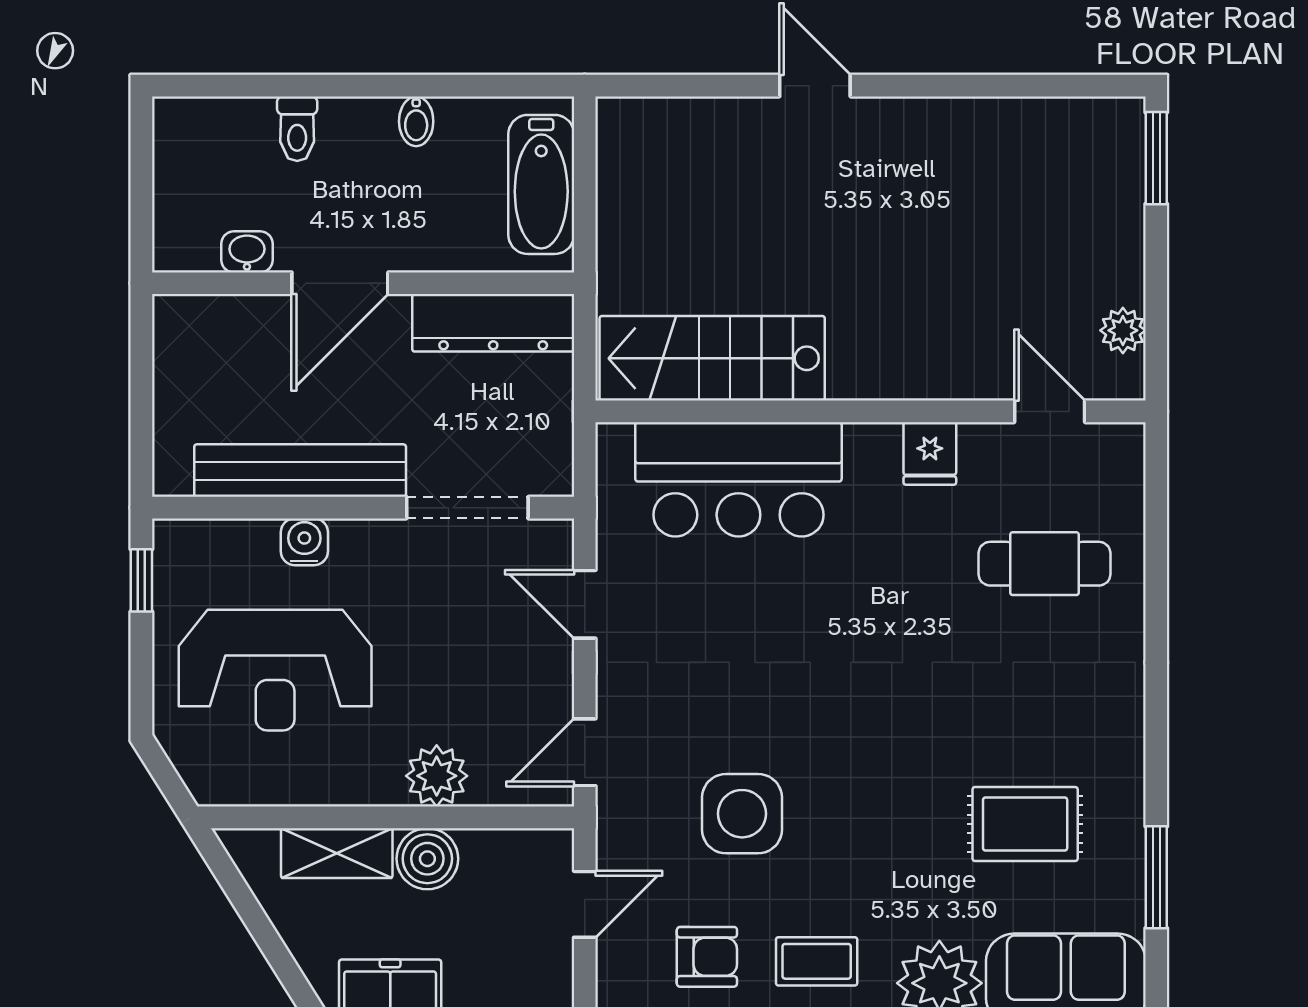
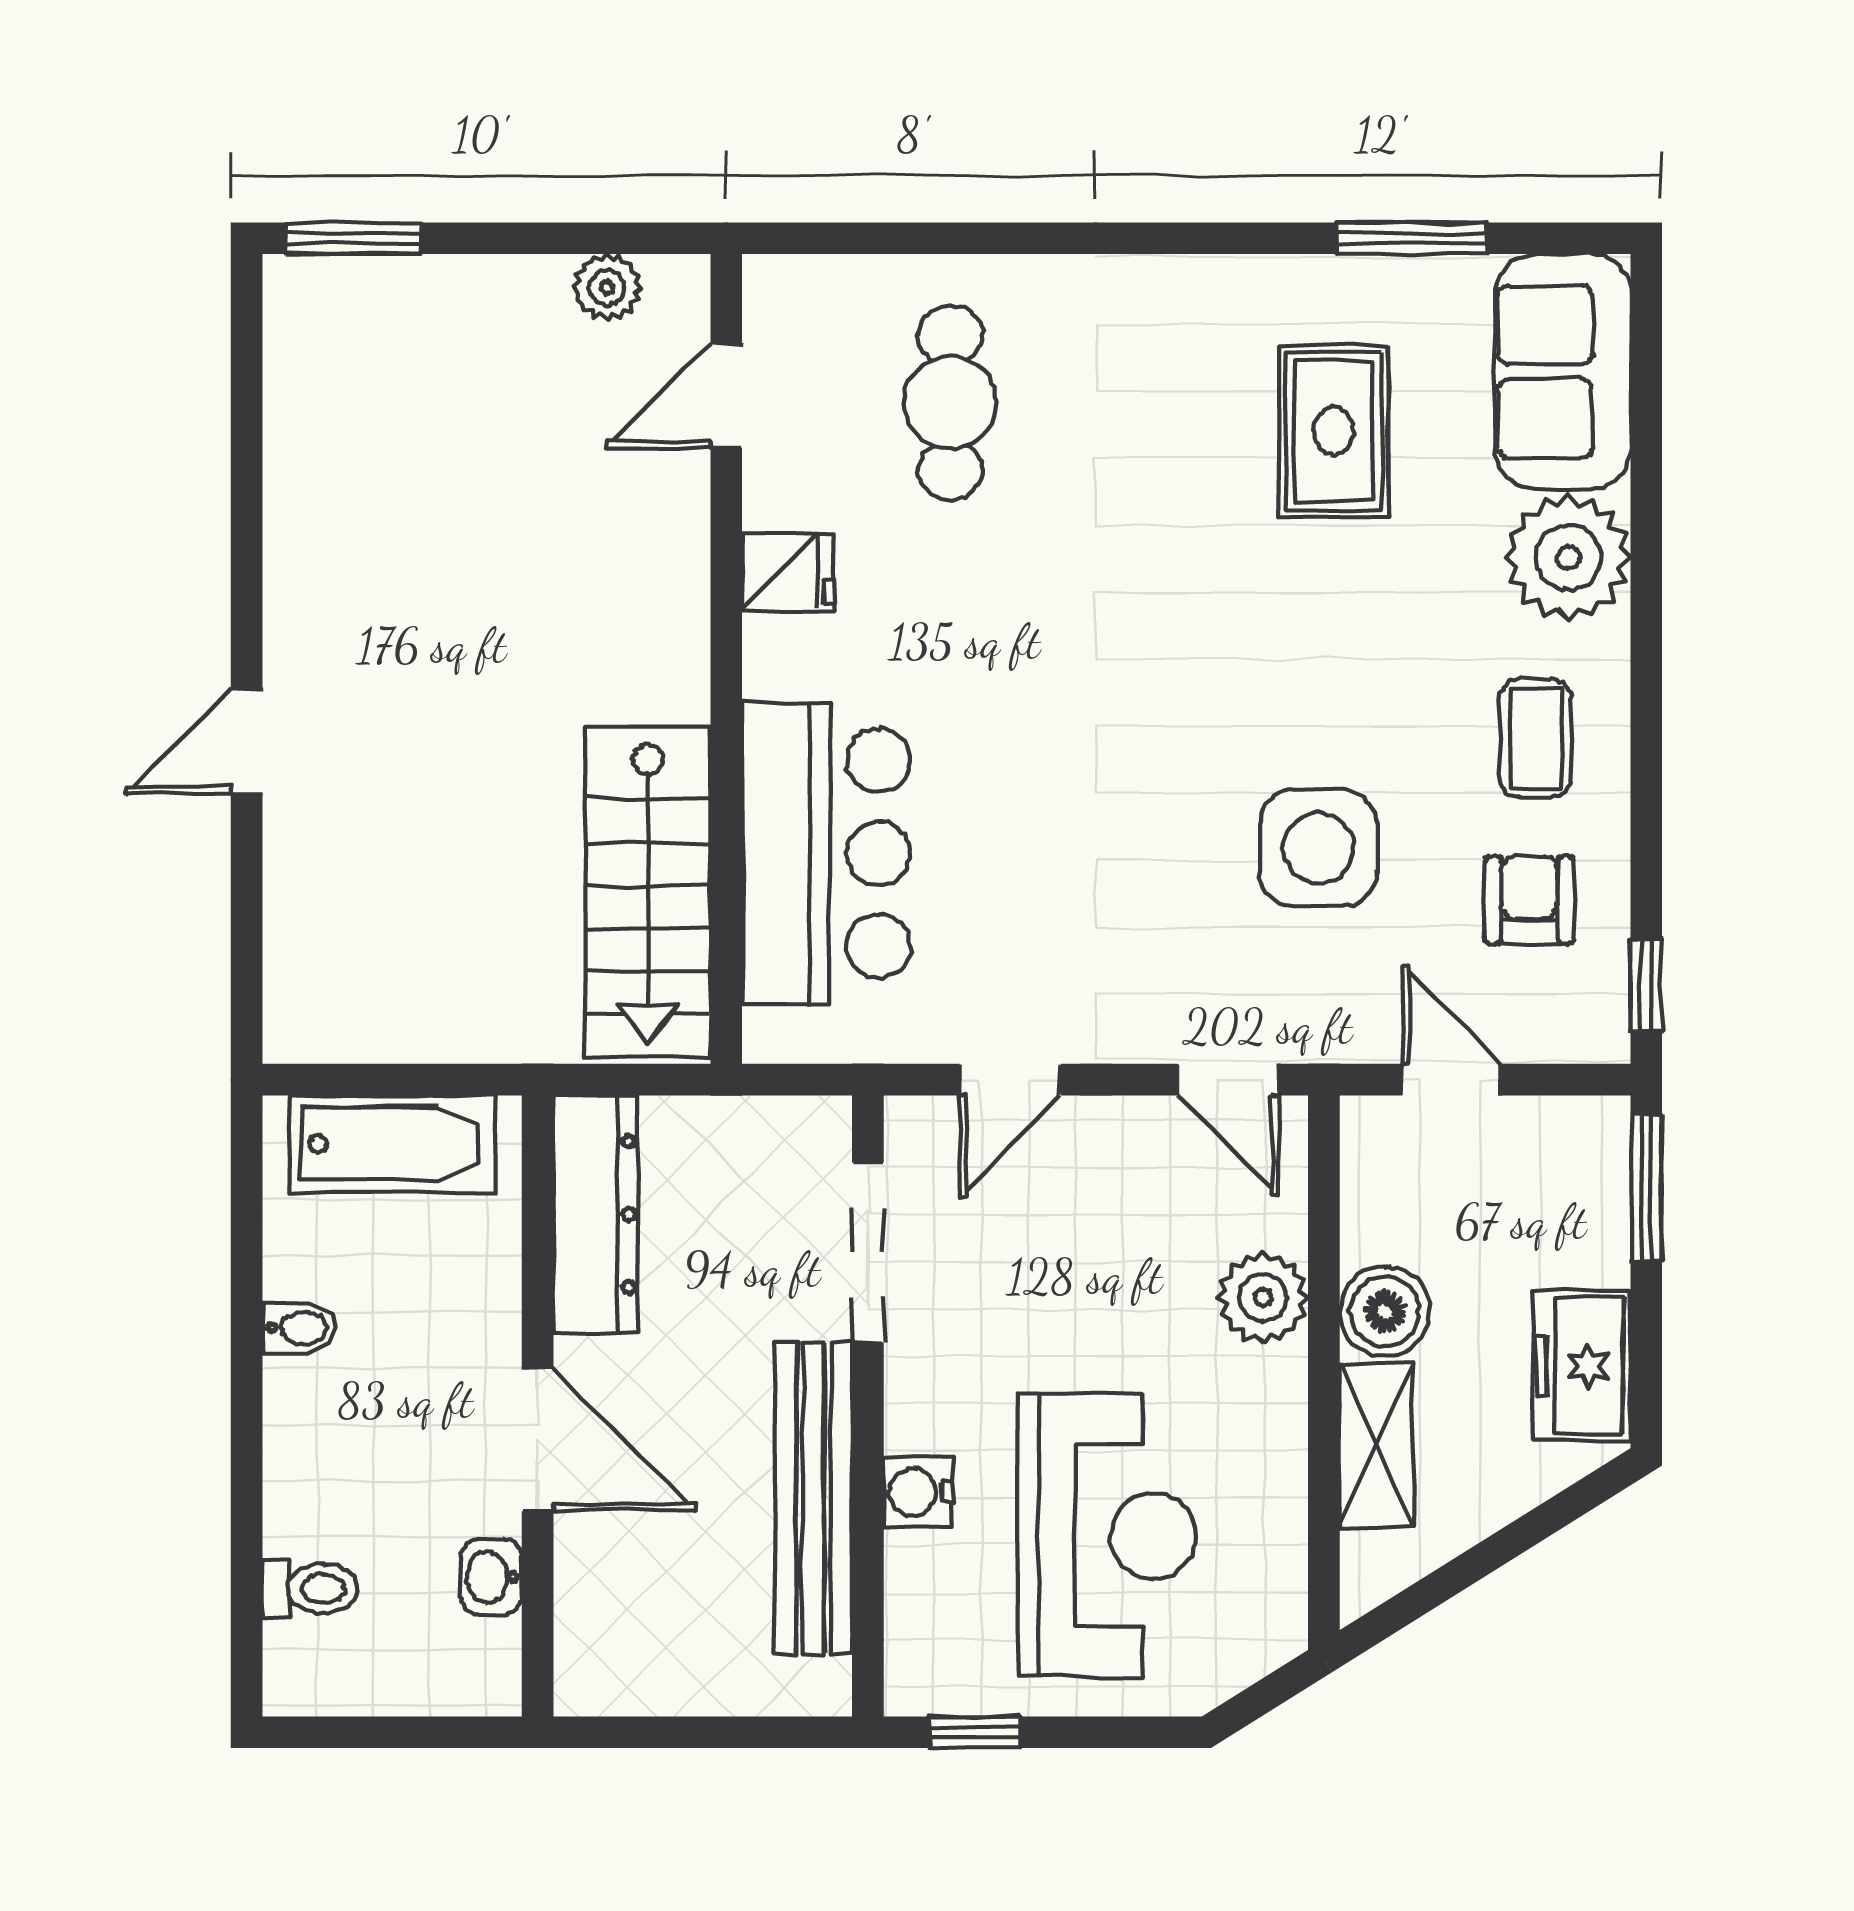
toilet: (297, 129) -> (310, 1589), moved

